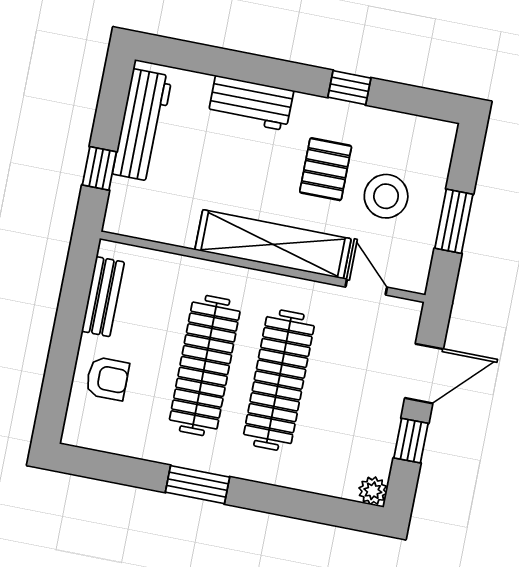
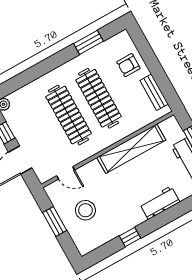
pallet: (326, 169) -> (114, 202), removed
shelving: (273, 244) -> (131, 149), moved
window: (198, 485) -> (89, 42), moved

